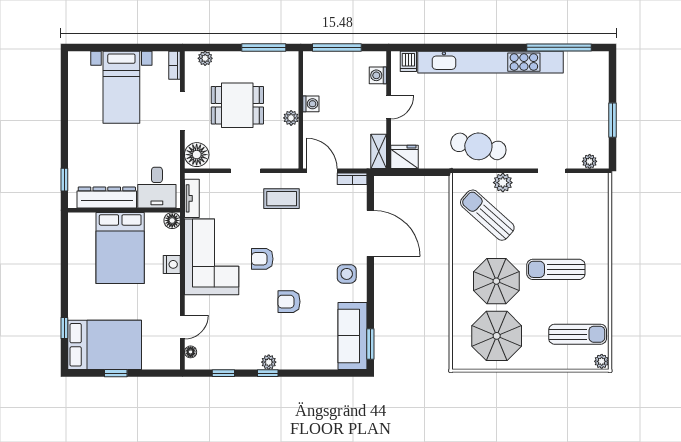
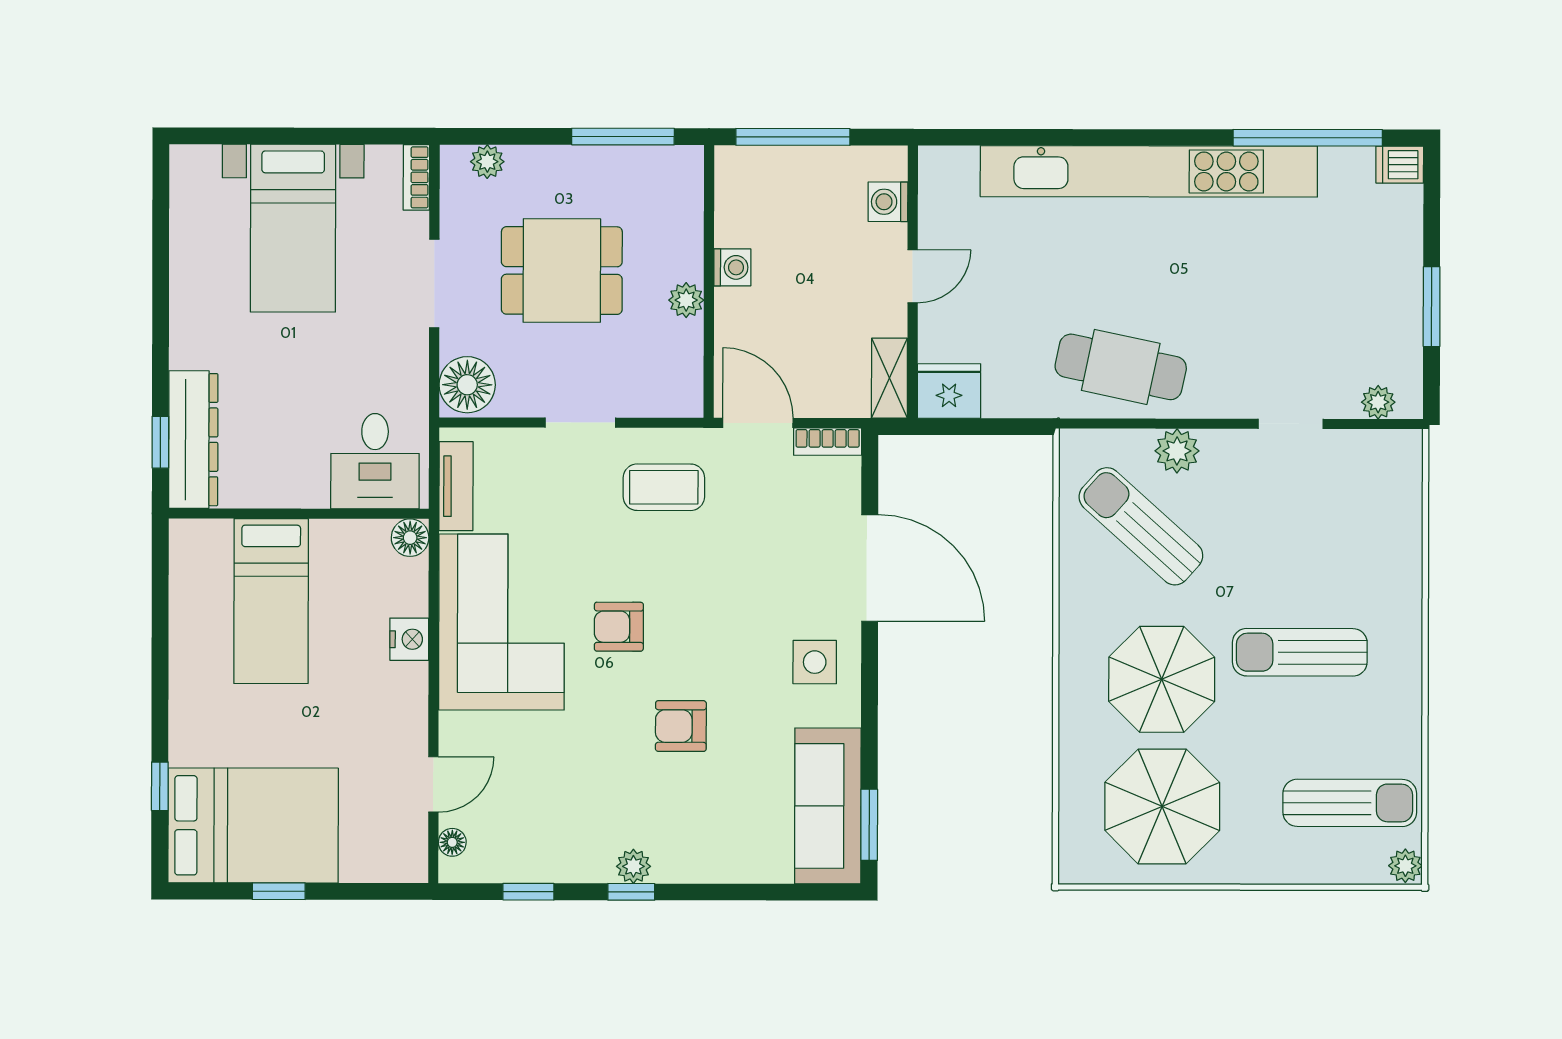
dishwasher: (408, 61) -> (1400, 165), moved, turned 90
dresser: (107, 198) -> (193, 440), moved, turned 90
bed: (120, 248) -> (271, 601), width x0.67

